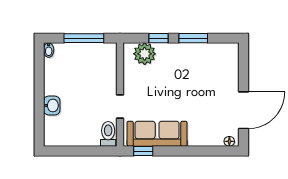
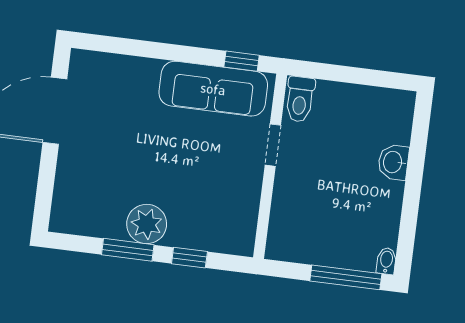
window: (84, 38) -> (346, 277), moved
plant: (145, 54) -> (147, 224), moved
floor lamp: (229, 141) -> (87, 59), removed

